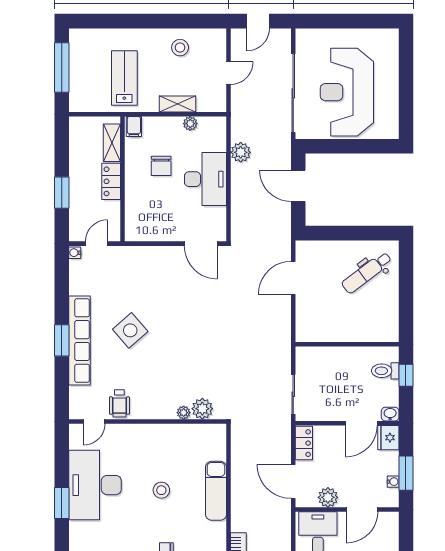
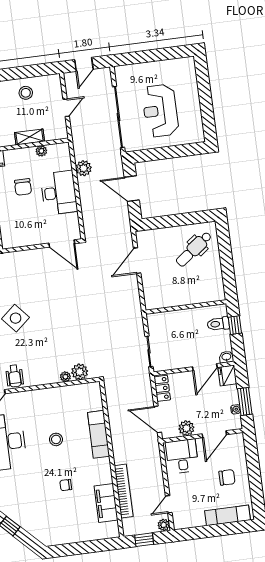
reception desk: (347, 92) -> (160, 111), width x0.74, depth x0.77

